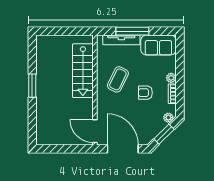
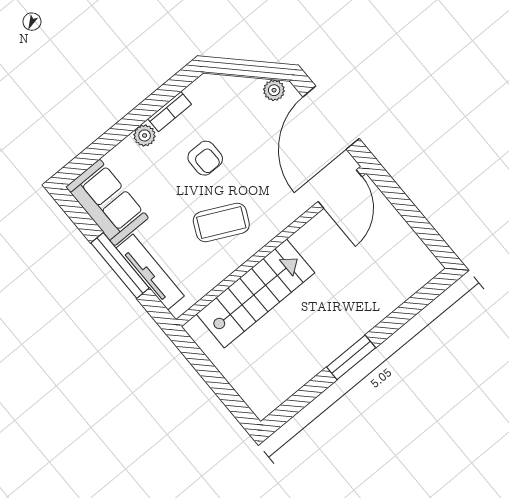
plant: (168, 118) -> (274, 90), moved
window: (164, 134) -> (249, 69), removed

